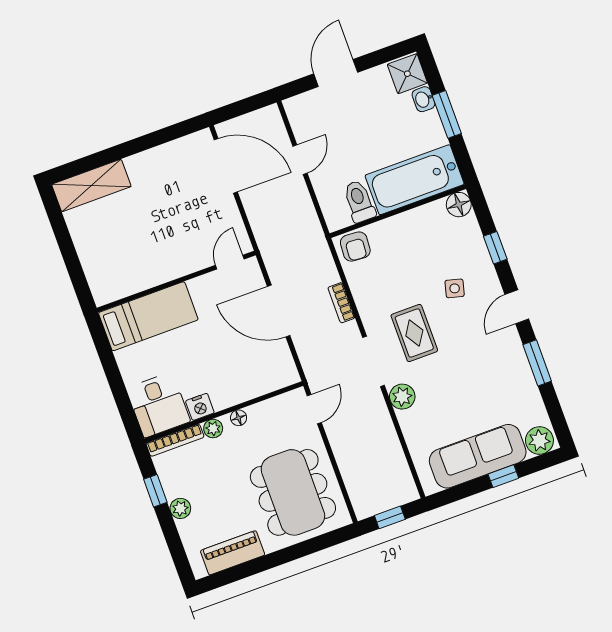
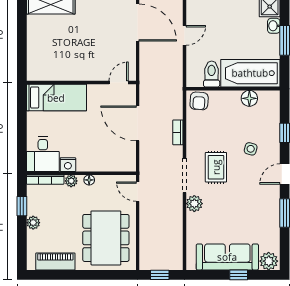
floor lamp: (459, 205) -> (249, 98), moved
door: (314, 409) -> (138, 192), swing flipped

